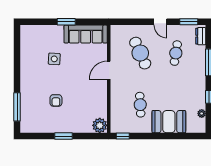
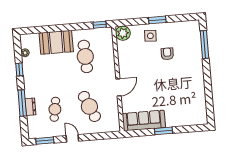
dresser: (201, 36) -> (30, 107), moved
side table: (54, 59) -> (150, 36), moved
cafe table: (140, 105) -> (85, 56), width x1.37, depth x1.35

